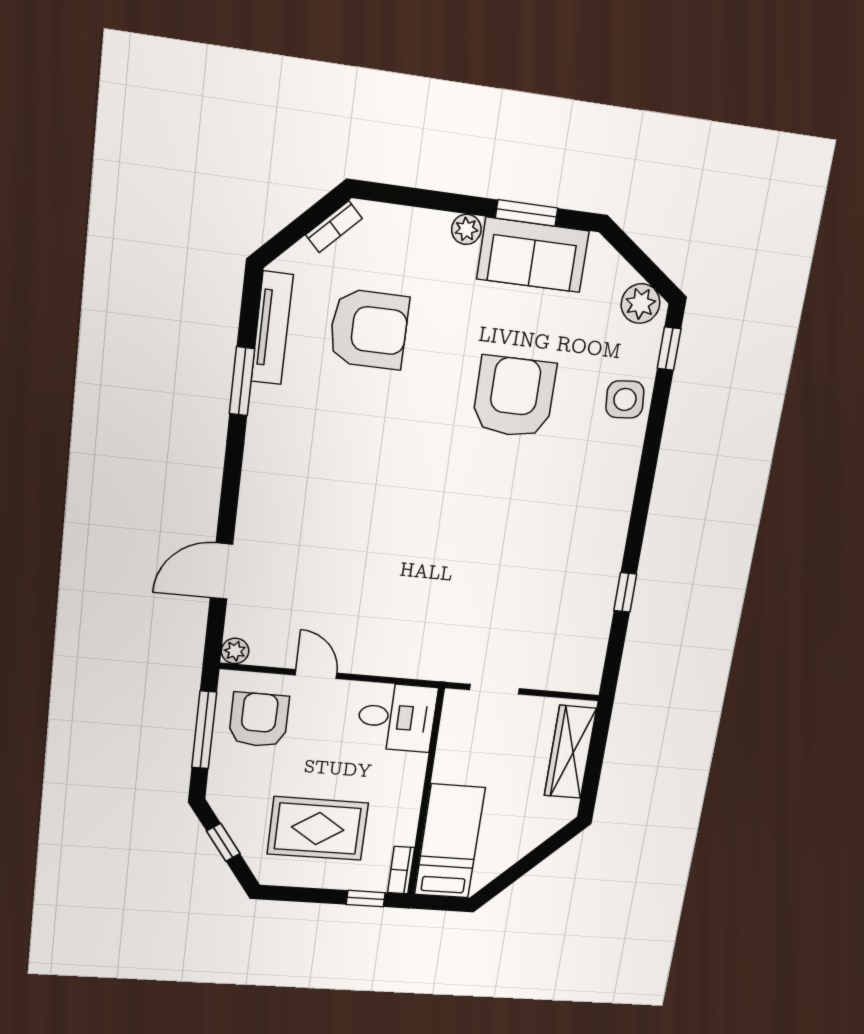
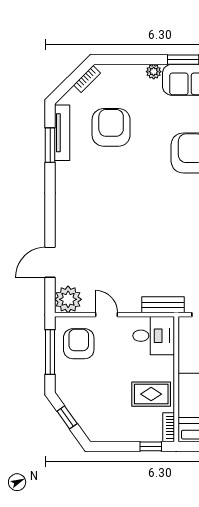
armchair: (369, 329) -> (111, 127), turned -90
window: (242, 381) -> (50, 145), moved
plant: (235, 651) -> (68, 299), width x1.87, depth x1.87
bench: (421, 666) -> (163, 305), added
rug: (318, 829) -> (151, 394), moved, width x0.73, depth x0.70

